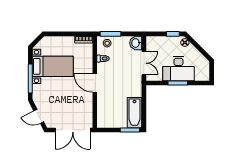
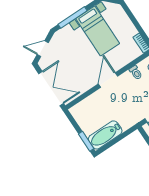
door: (39, 116) -> (43, 49), hinge flipped
double door: (73, 130) -> (51, 89), swing flipped

